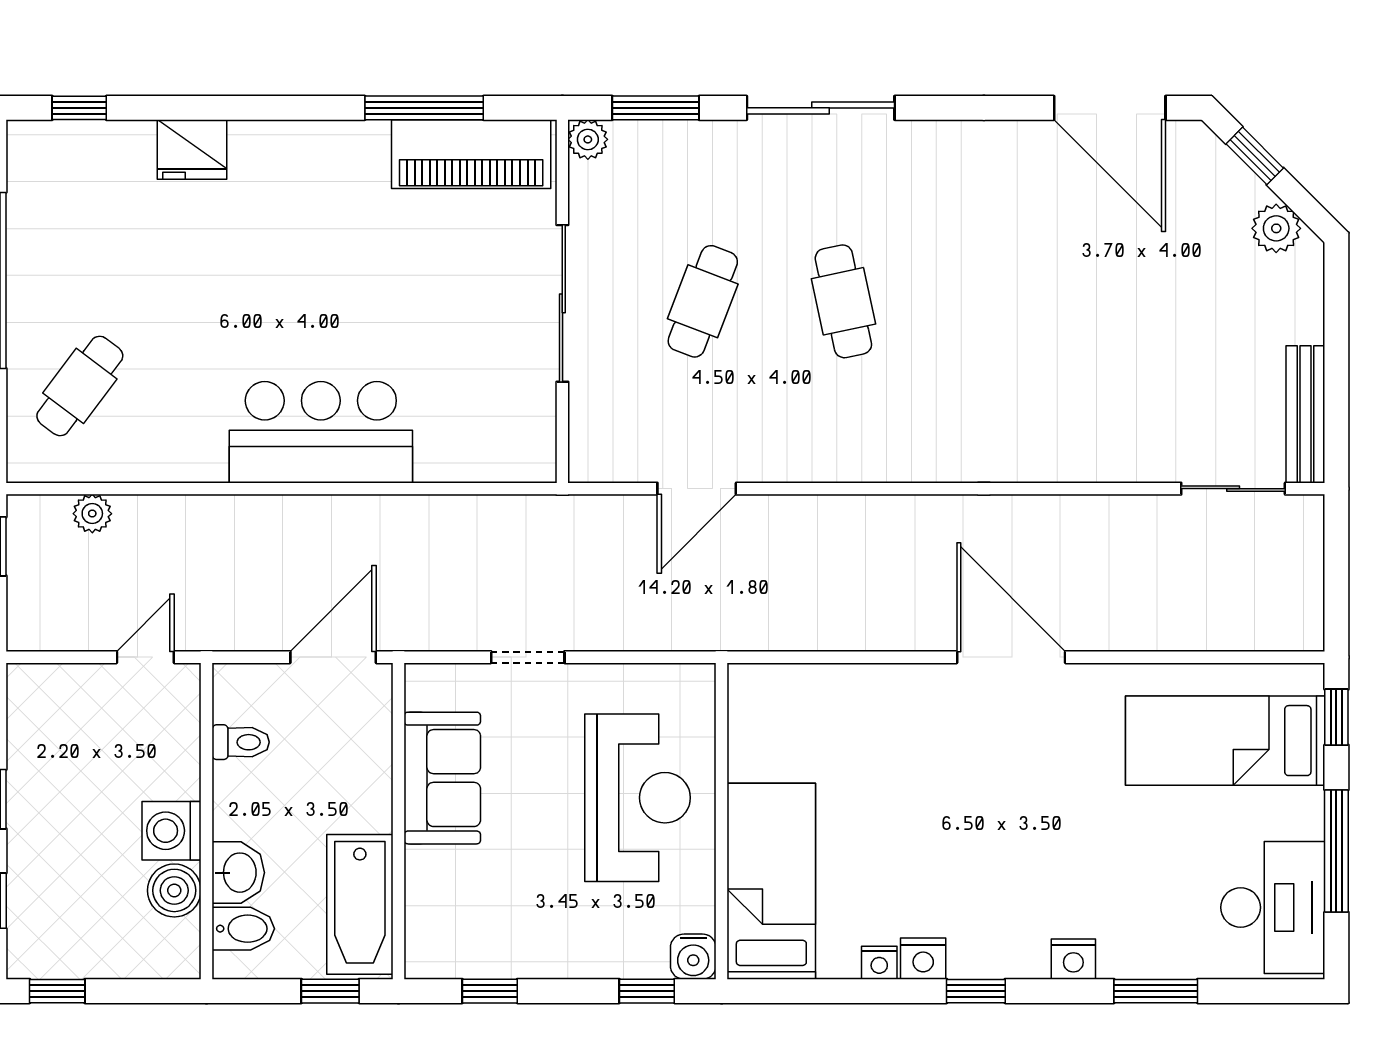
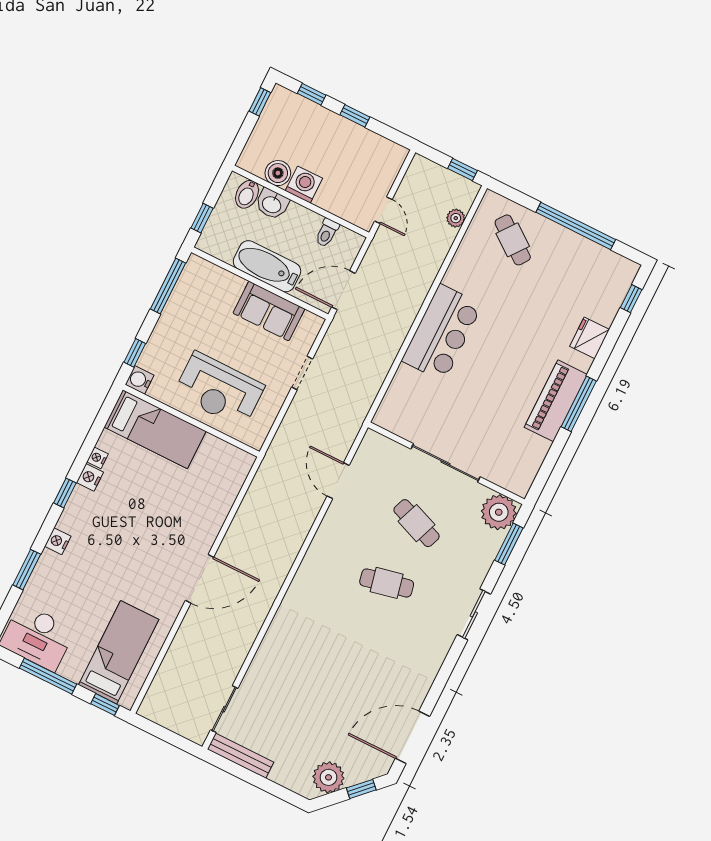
window: (424, 108) -> (579, 404), moved
sliding door: (821, 108) -> (474, 614), width x0.73
plant: (588, 139) -> (499, 512), width x1.88, depth x1.88
piano: (471, 154) -> (556, 401), moved
plant: (1276, 228) -> (328, 777), width x1.36, depth x1.36
door: (333, 657) -> (343, 290), swing flipped
bathtub: (360, 904) -> (267, 266), moved
window: (490, 991) -> (168, 286), width x2.17

